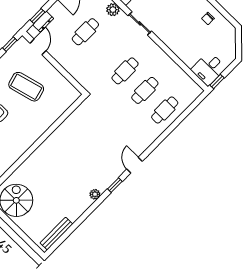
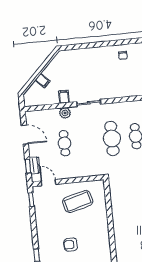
cafe table: (125, 71) -> (112, 139), width x1.37, depth x1.35
coffee table: (26, 87) -> (78, 202), moved

